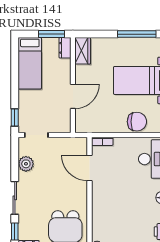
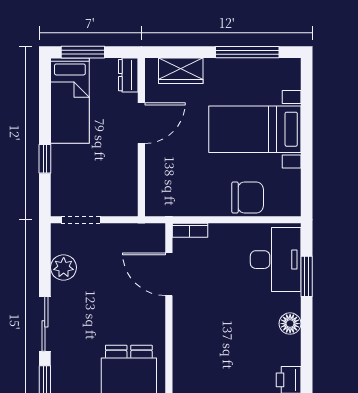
window: (51, 34) -> (83, 52), moved
wardrobe: (83, 51) -> (181, 71), moved, turned 90
door: (73, 96) -> (141, 123), moved
window: (15, 117) -> (45, 159), moved

